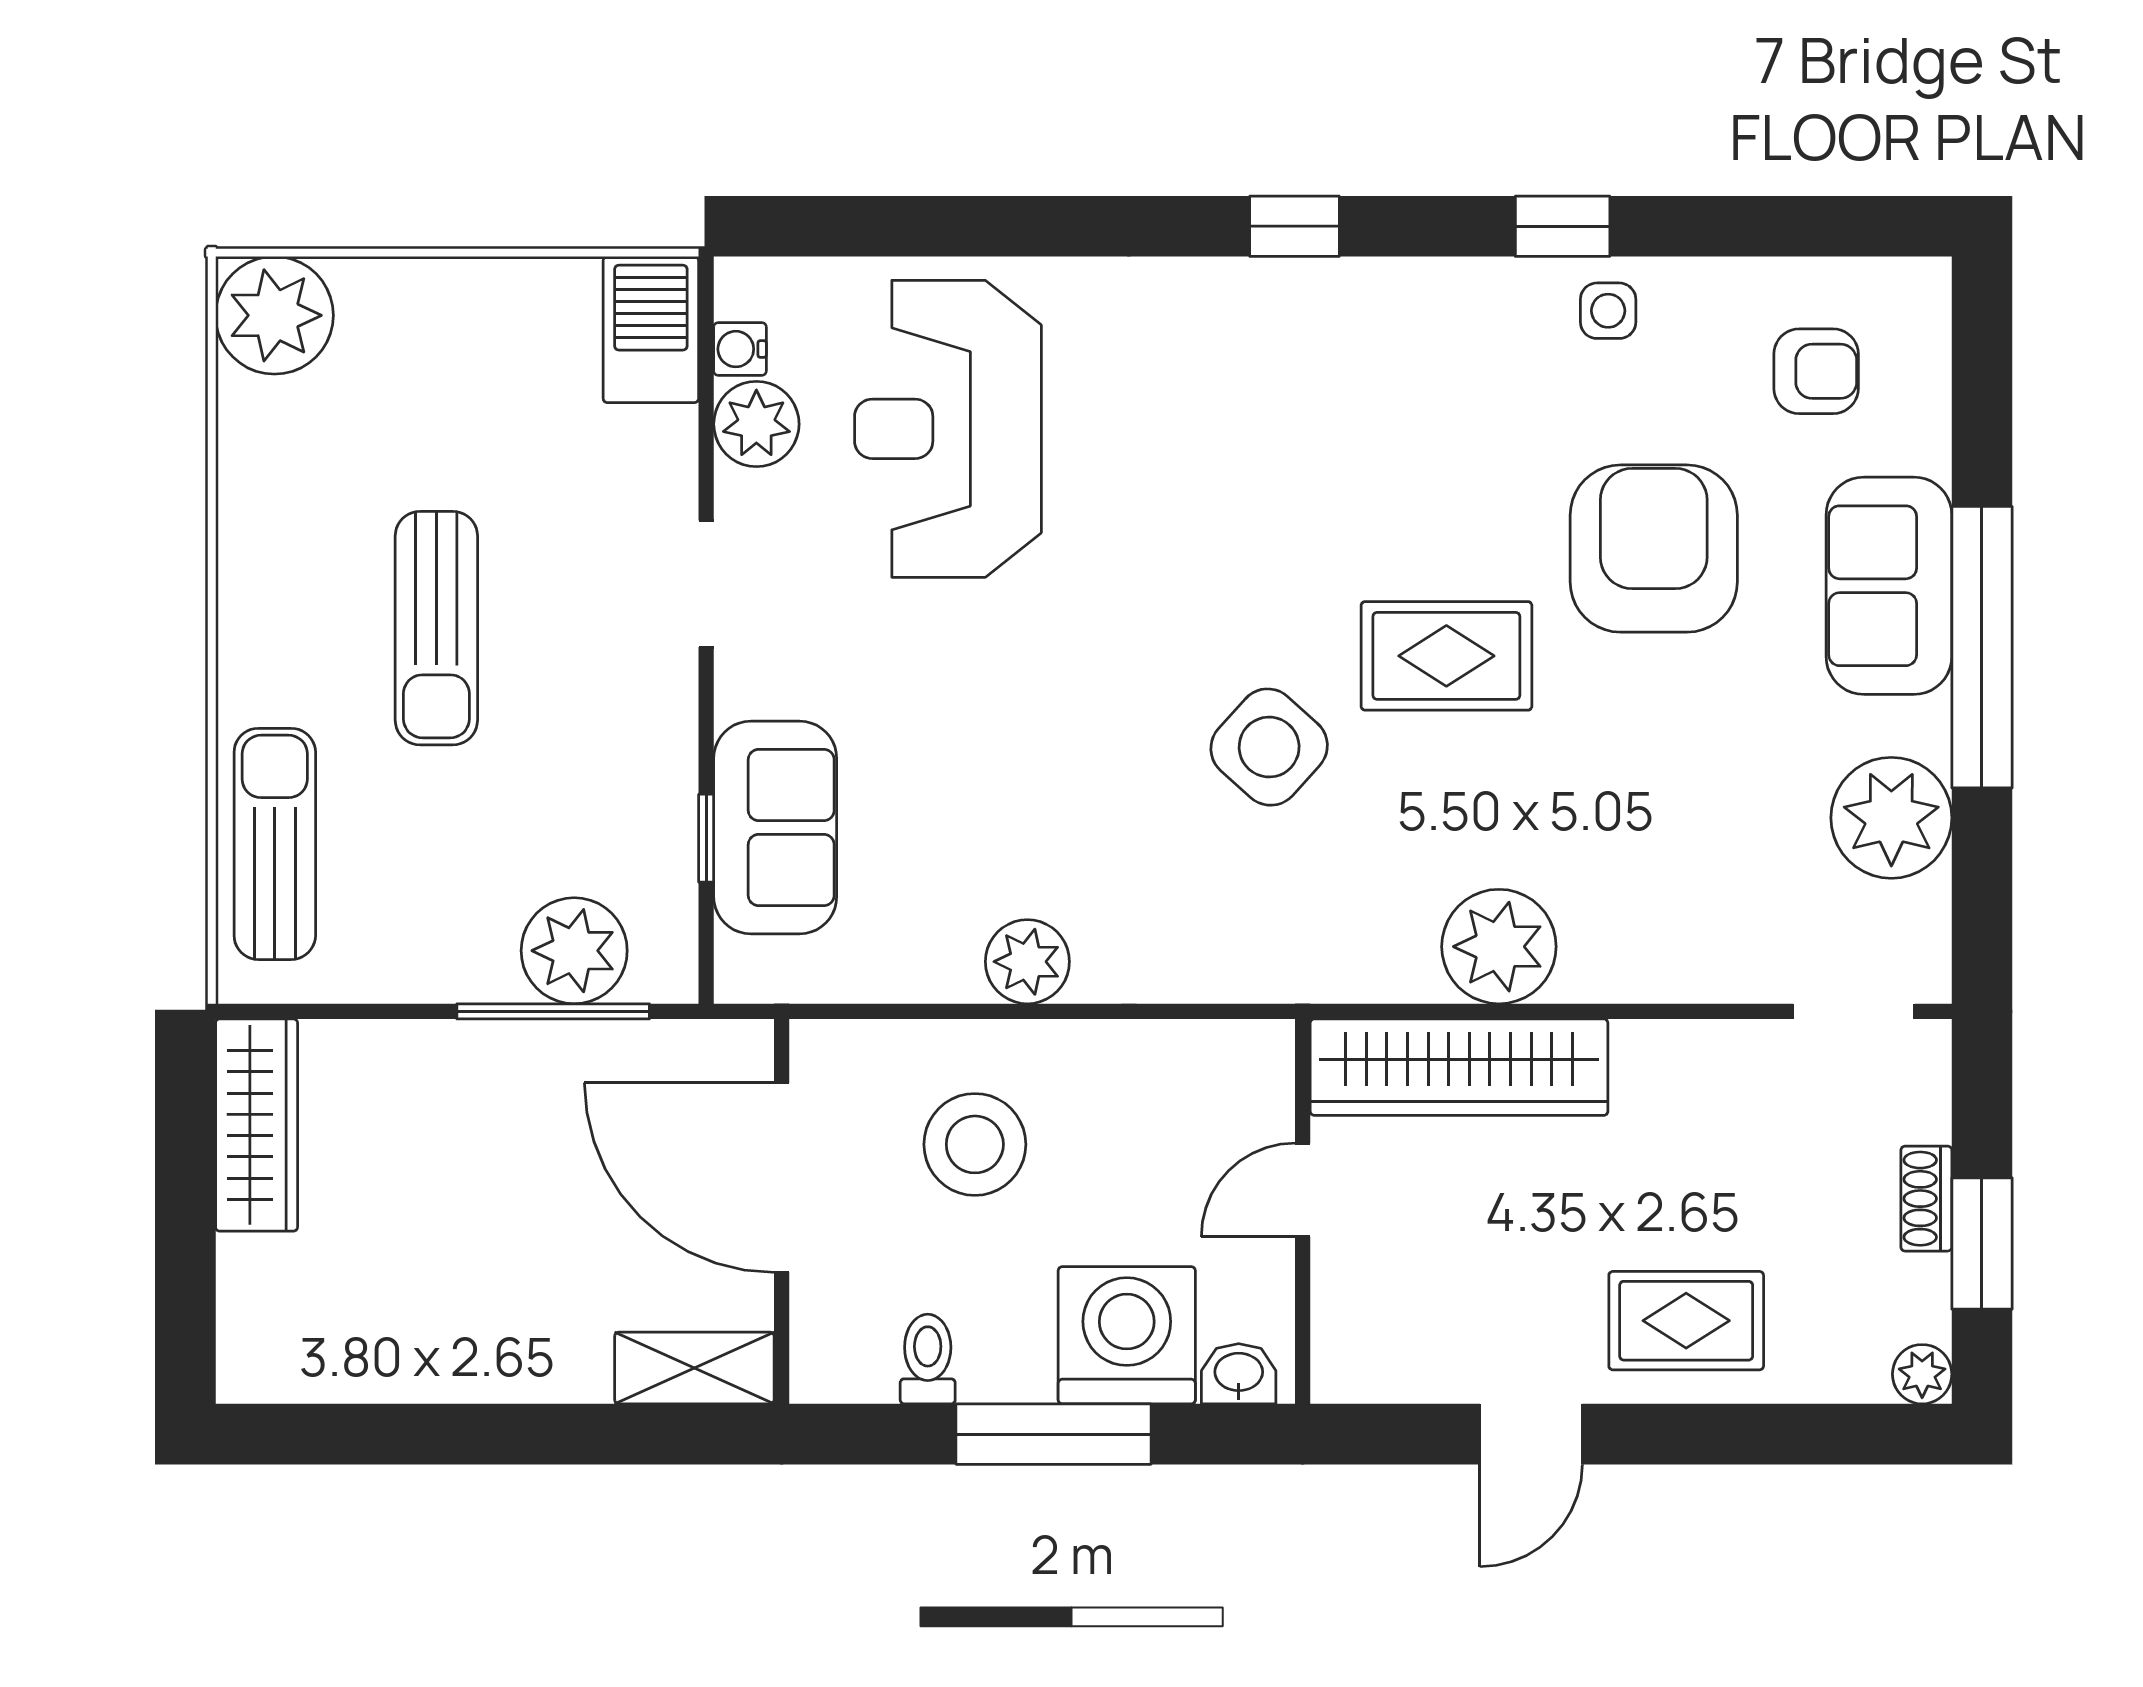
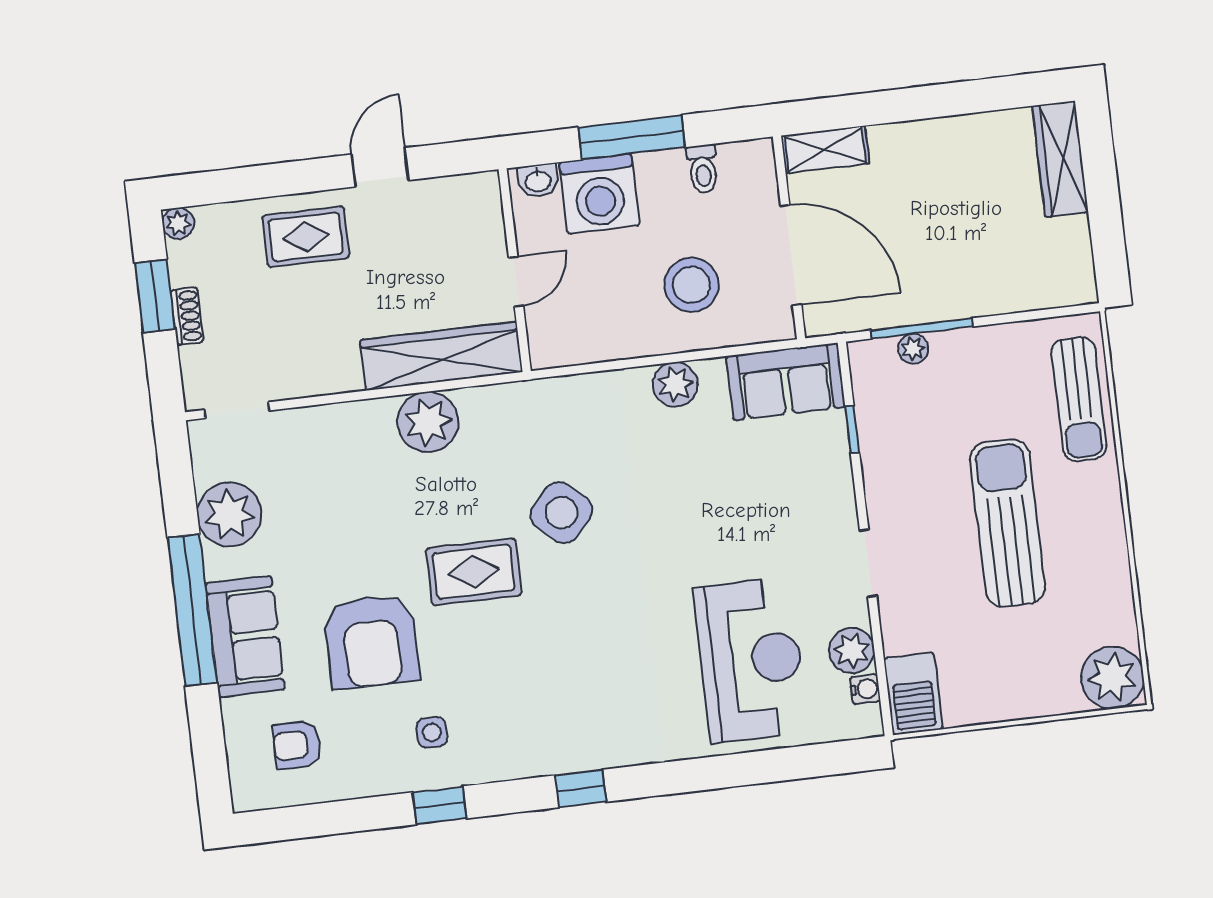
side table: (1608, 311) -> (432, 732), moved
sun lounger: (436, 628) -> (1007, 523), width x1.36, depth x1.34
sofa: (775, 828) -> (786, 382), moved, turned -90
plant: (574, 951) -> (913, 349), width x0.53, depth x0.53
wardrobe: (257, 1125) -> (1060, 159), moved

